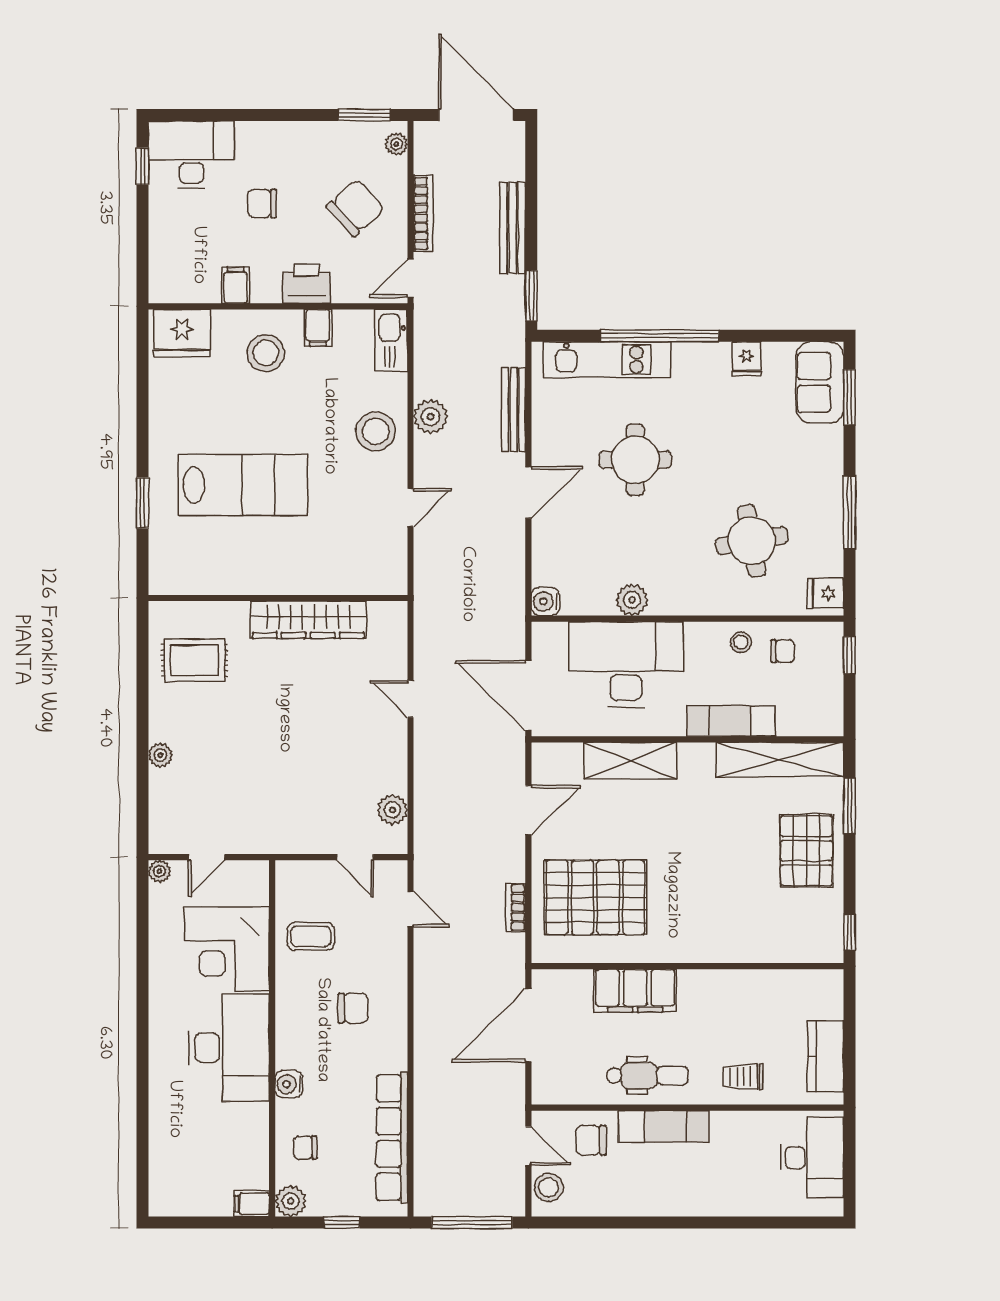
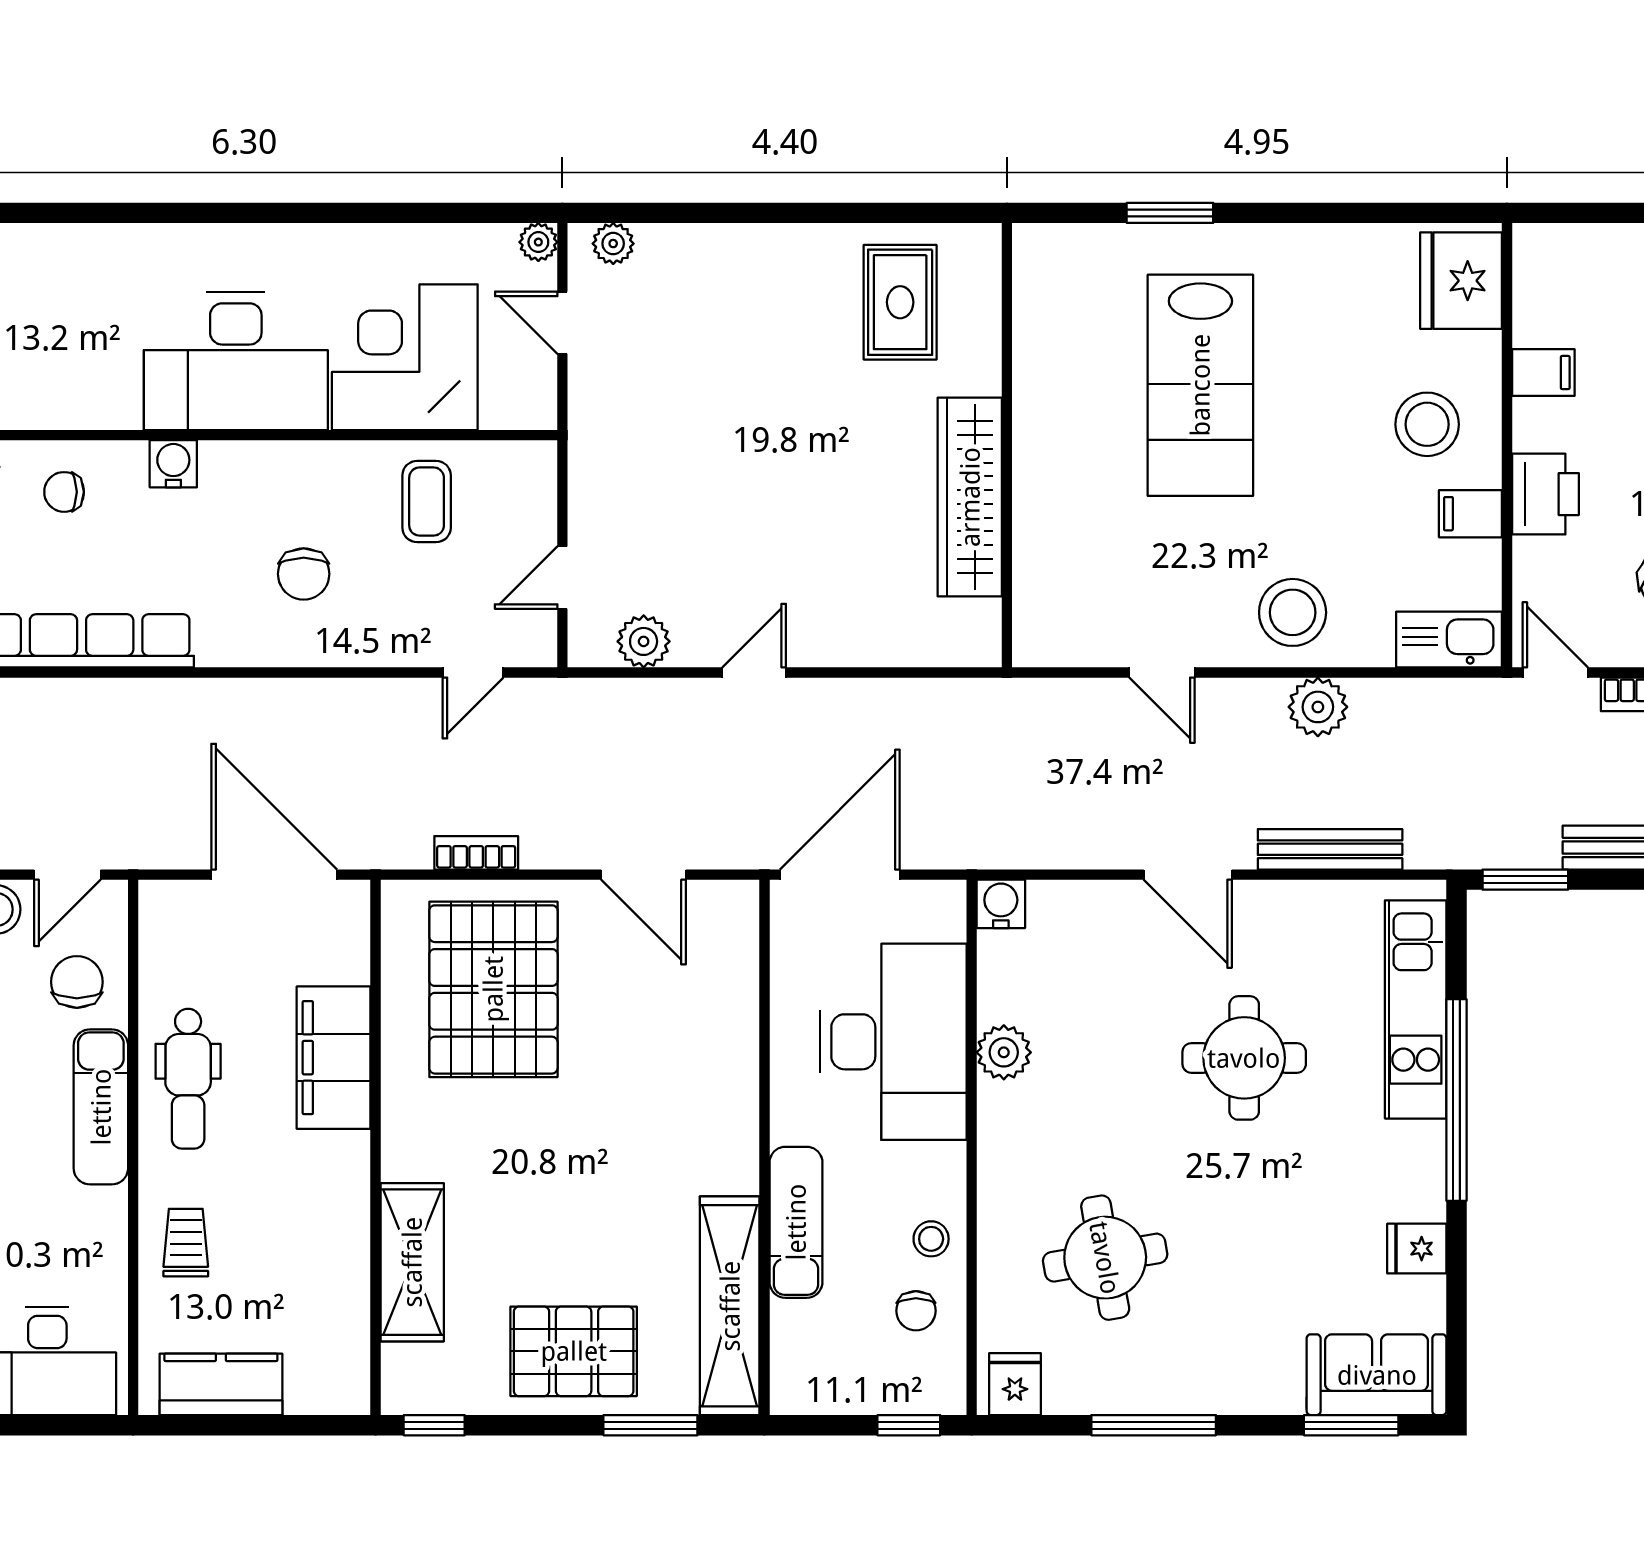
door: (411, 699) -> (754, 673), moved
plant: (160, 755) -> (613, 244), moved
shelving: (630, 761) -> (412, 1262), moved
chair: (305, 1148) -> (64, 492), turned -88

